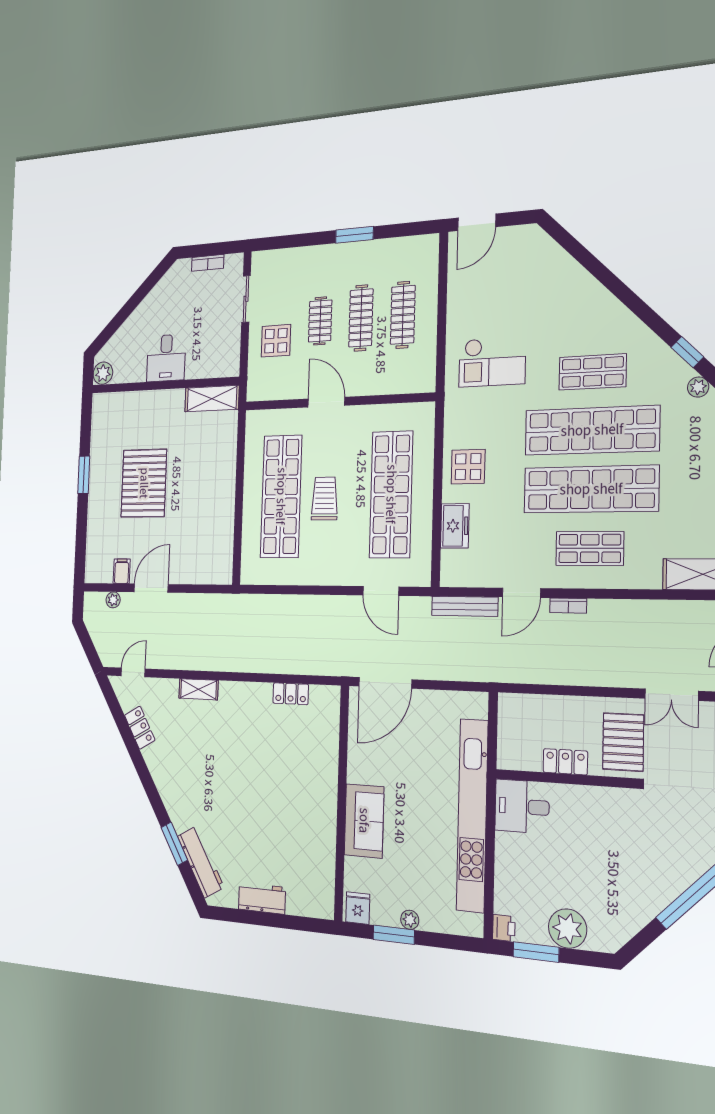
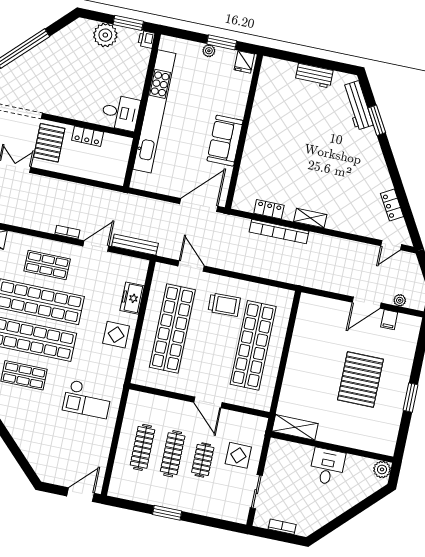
checkout: (492, 362) -> (87, 399), turned 180
trolley: (325, 499) -> (224, 305), moved, turned -92
bookcase: (273, 664) -> (279, 232), added
shelving: (199, 689) -> (310, 218), moved
sofa: (364, 821) -> (225, 141), moved

